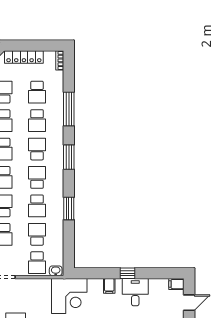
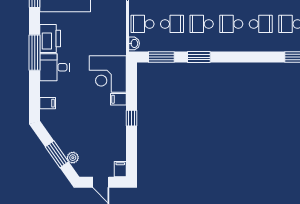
window: (69, 157) -> (161, 57), moved
school desk: (37, 177) -> (231, 24), turned 180
desk: (135, 292) -> (112, 126), removed
corner desk: (69, 296) -> (108, 74), moved

